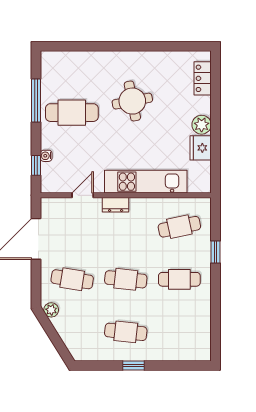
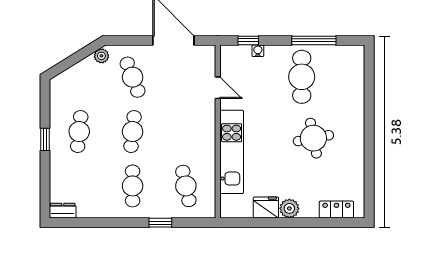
dresser: (116, 205) -> (63, 211), moved, turned 90
cafe table: (72, 279) -> (133, 77), turned -30

